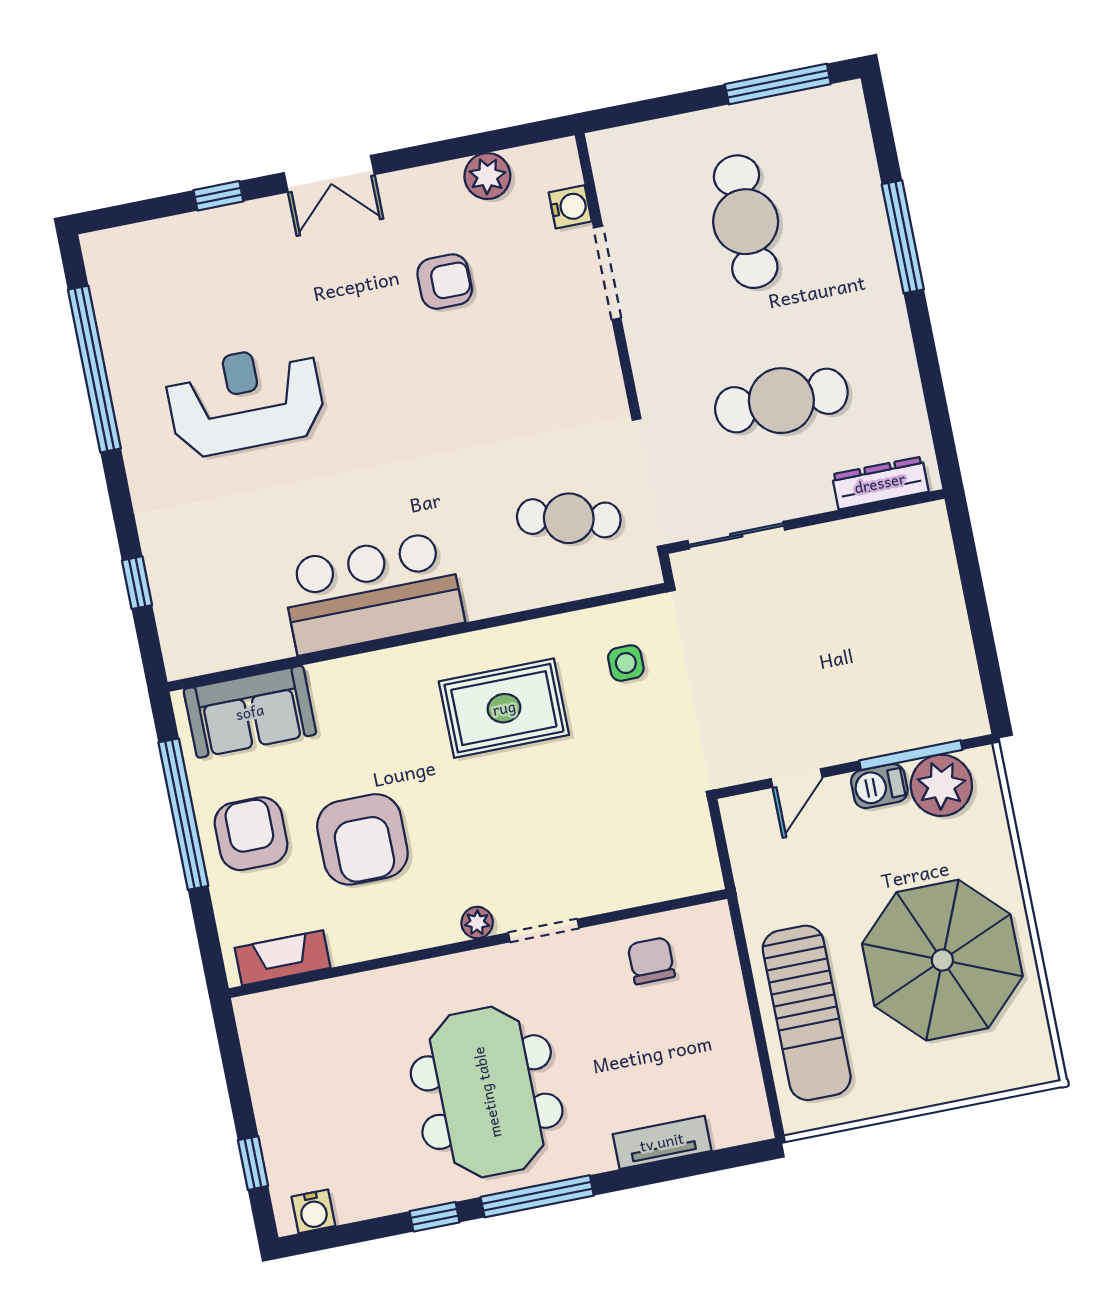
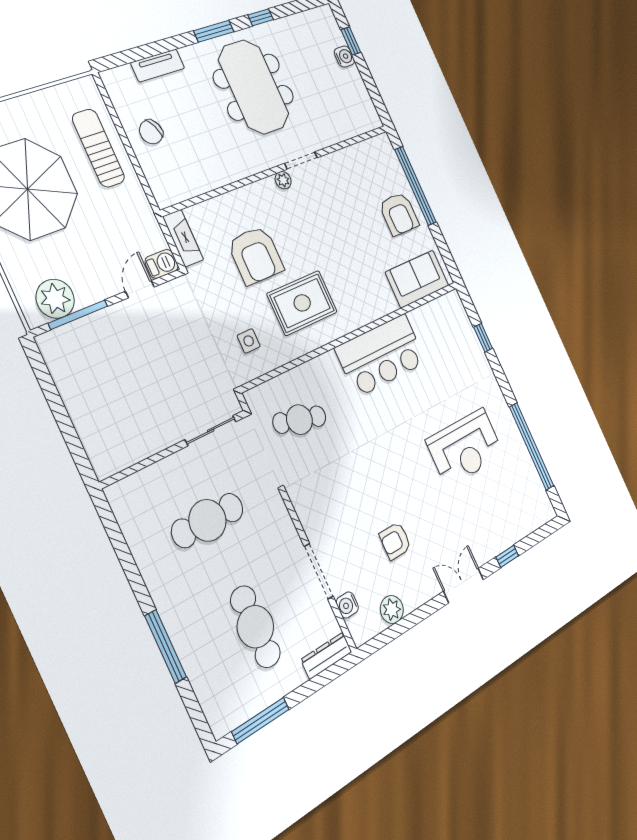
dresser: (880, 483) -> (326, 656), moved, turned 180
barbecue: (879, 786) -> (162, 264), moved
window: (183, 814) -> (415, 186), moved
armchair: (362, 839) -> (256, 255), moved, turned 180
doorway: (544, 930) -> (301, 161), moved
fireplace: (283, 958) -> (183, 238), moved, turned -90
chair: (651, 961) -> (151, 132), moved, turned 64
sun lounger: (807, 1013) -> (98, 148), width x0.73, depth x0.75
window: (537, 1196) -> (214, 31), width x0.69
water cooler: (313, 1211) -> (344, 57), moved, turned 90

